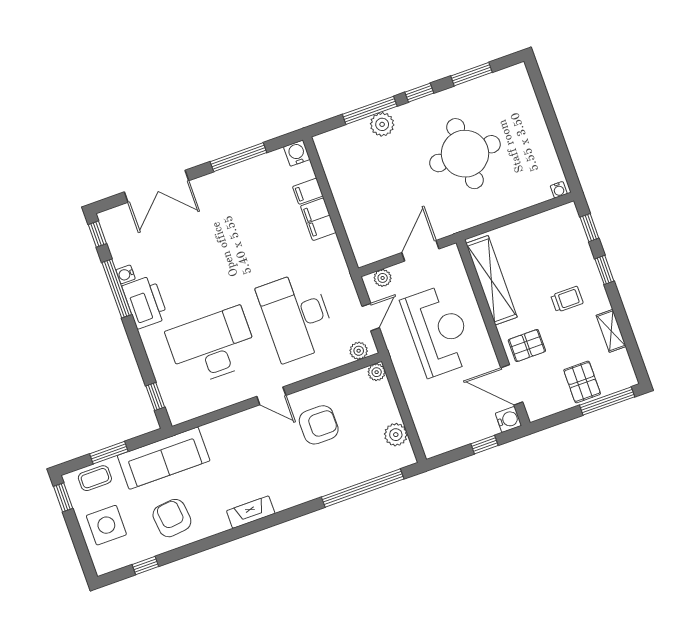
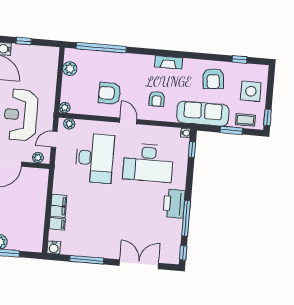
water cooler: (126, 274) -> (186, 133), moved
armchair: (243, 449) -> (157, 99), added

